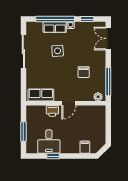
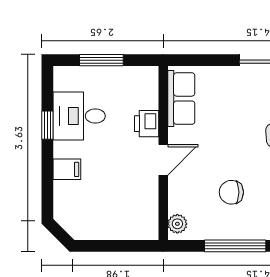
window: (108, 81) -> (235, 246), moved
door: (69, 103) -> (163, 160), swing flipped
filing cabinet: (85, 147) -> (67, 169), moved

